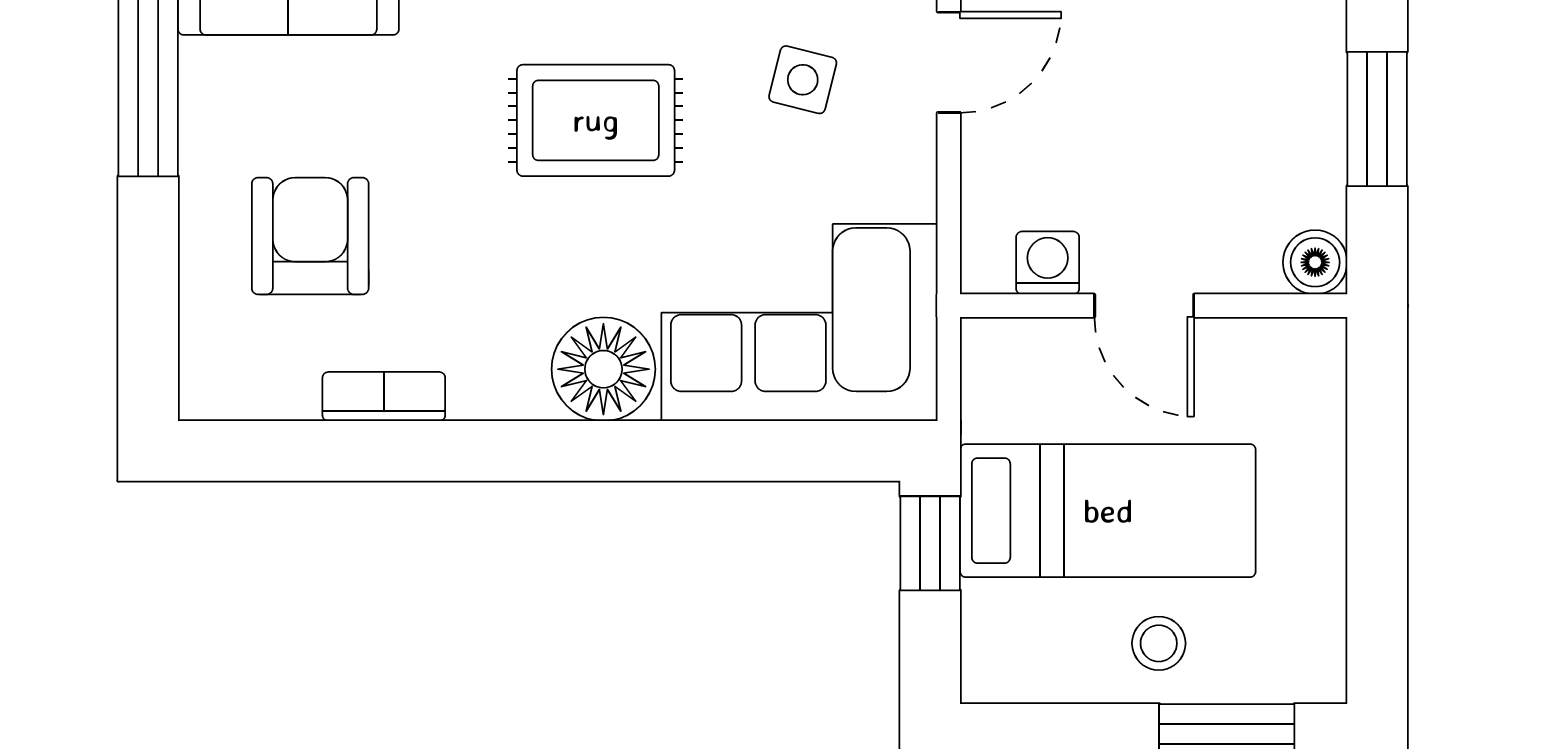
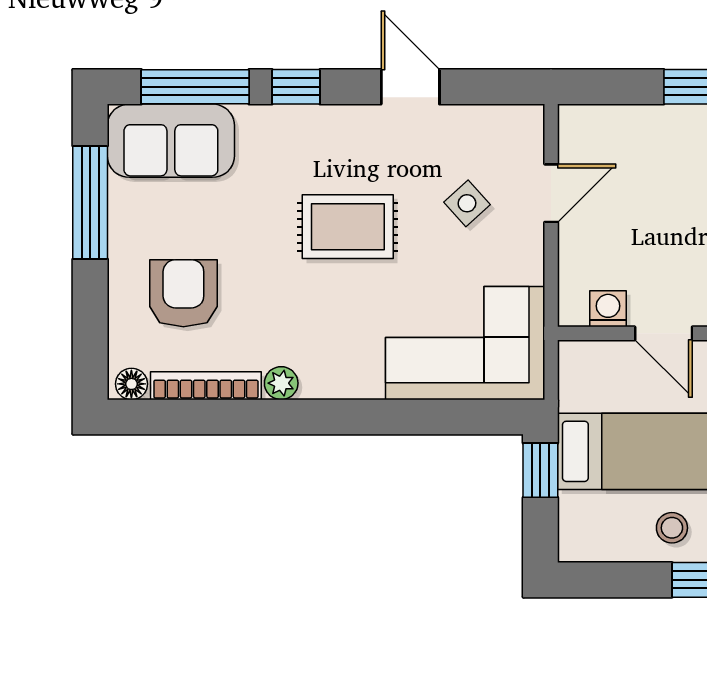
side table: (803, 80) -> (467, 203), turned 34
floor lamp: (603, 369) -> (131, 384), moved, width x0.53, depth x0.53
plant: (480, 392) -> (281, 383), added
bookcase: (384, 397) -> (206, 386), width x1.56

